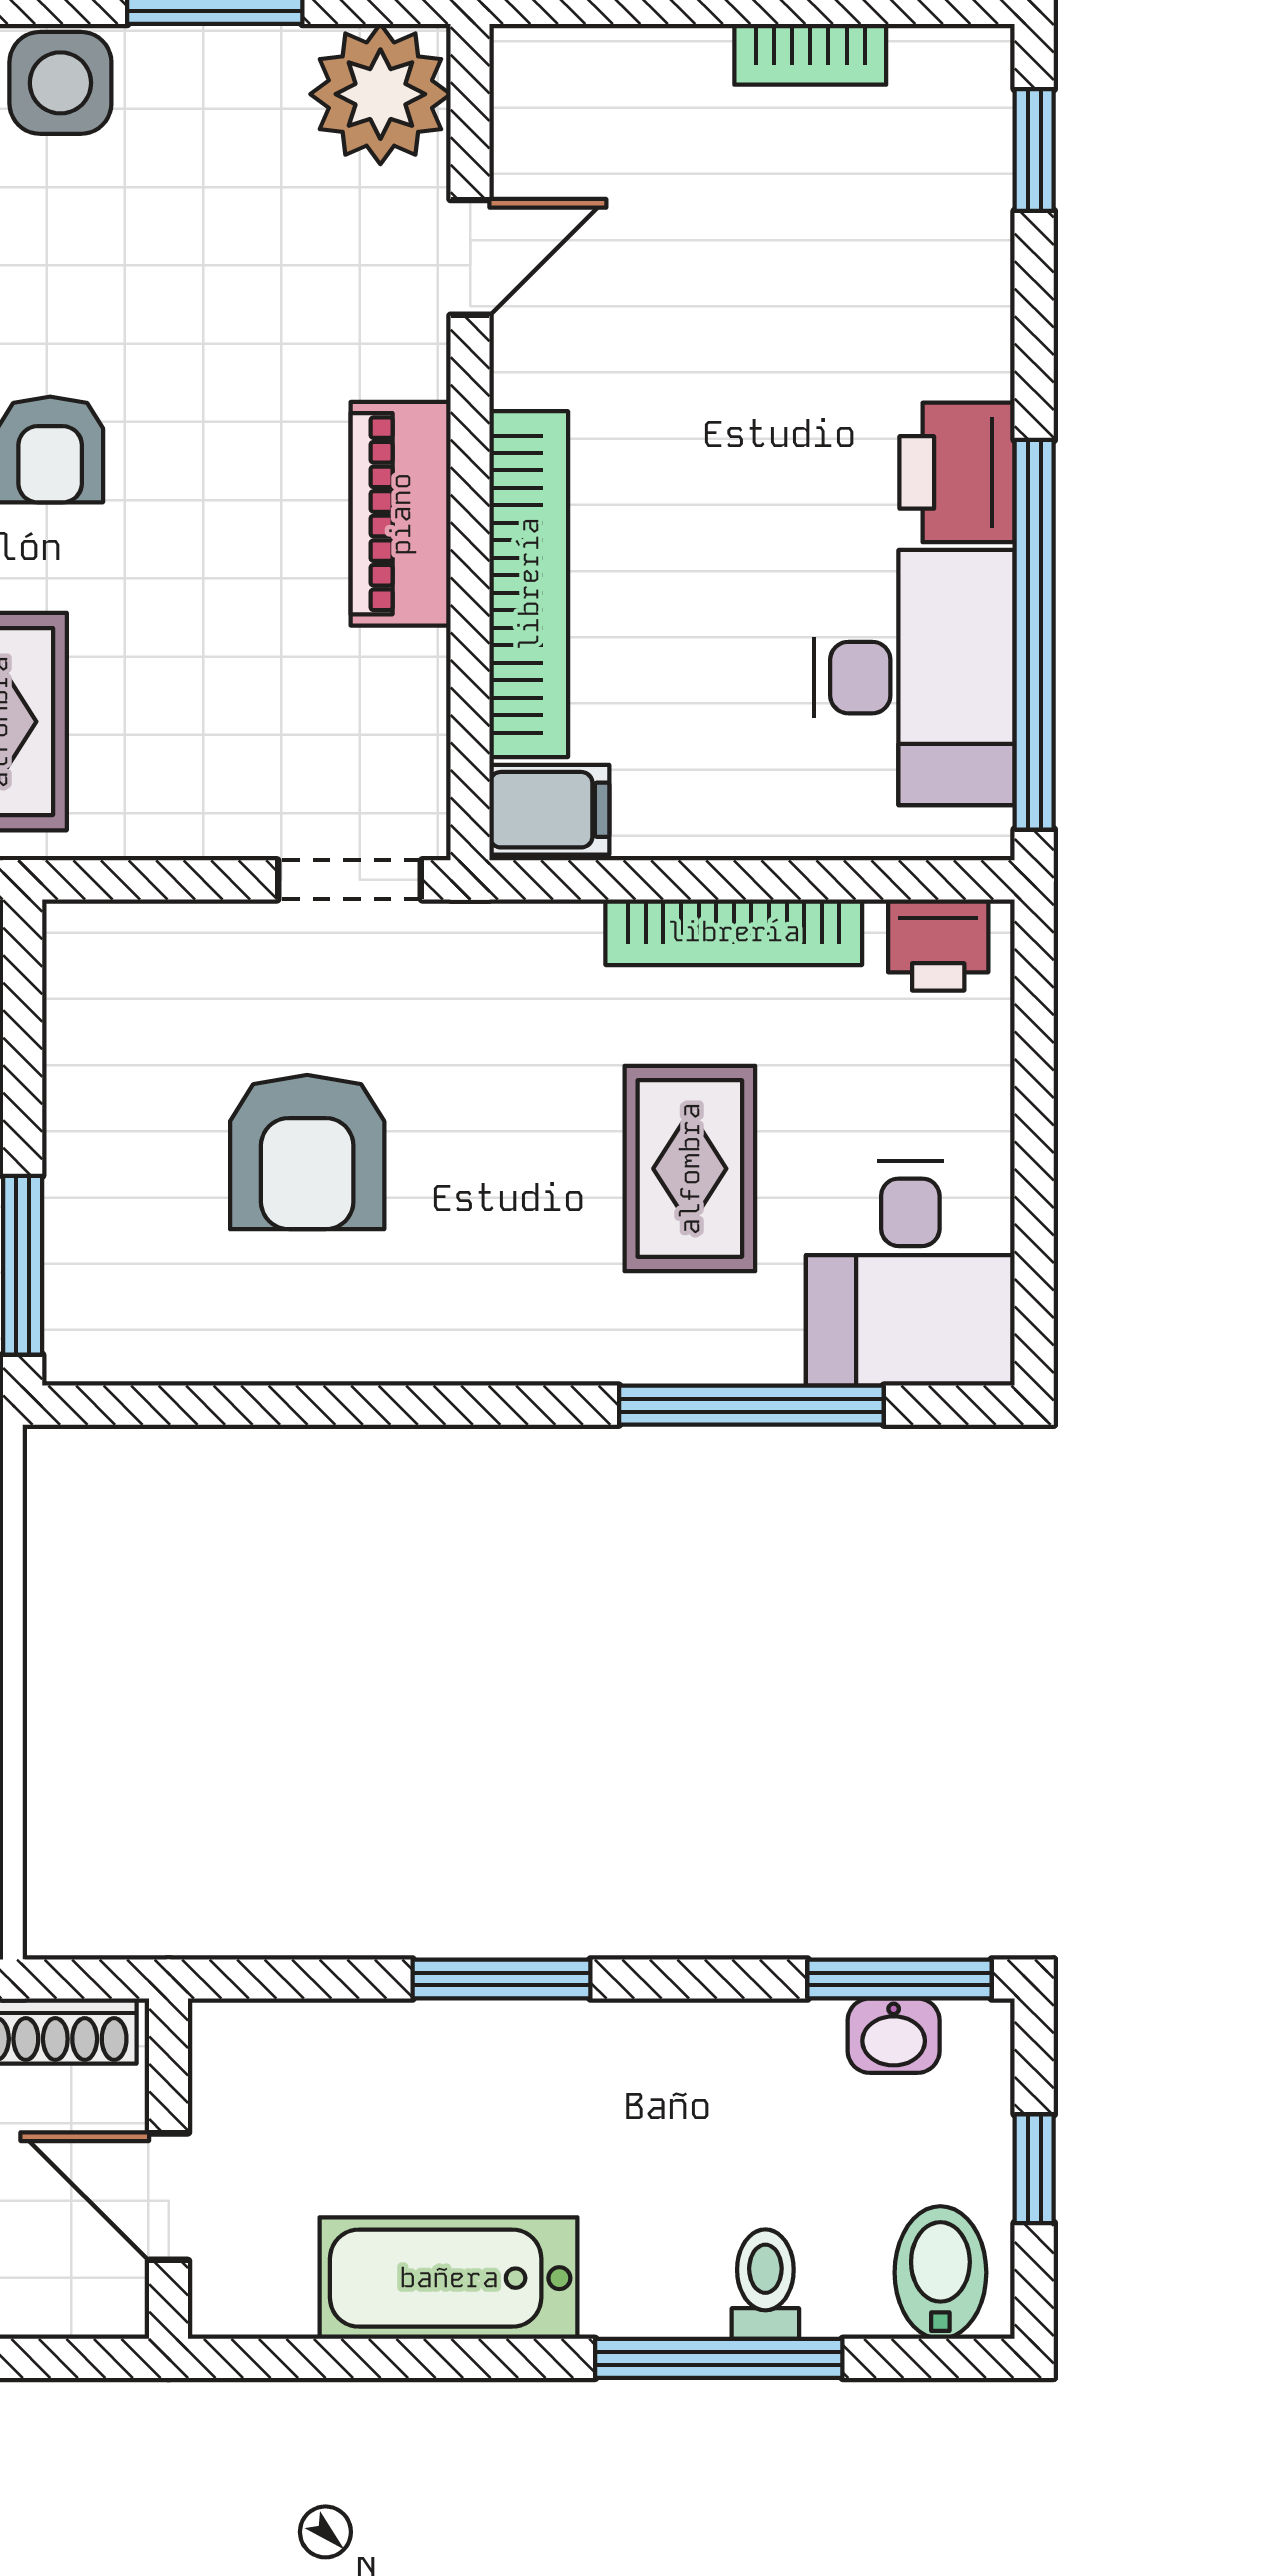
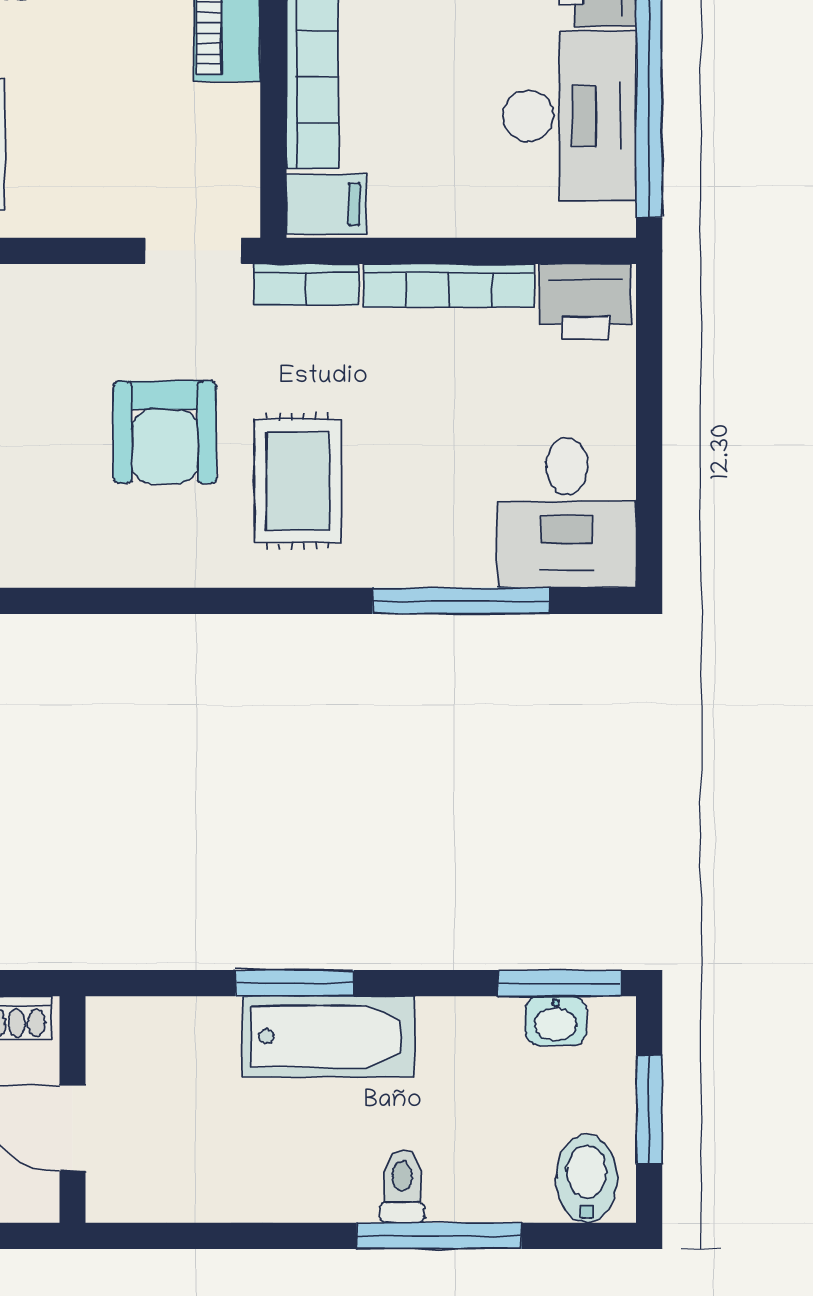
bookcase: (519, 931) -> (306, 285), added
printer: (938, 945) -> (585, 302), width x1.36, depth x1.24
rug: (690, 1169) -> (298, 481), moved
window: (1034, 2169) -> (649, 1109), width x1.50
bathtub: (449, 2278) -> (328, 1037), moved, turned 180
toilet: (765, 2284) -> (402, 1186), moved

